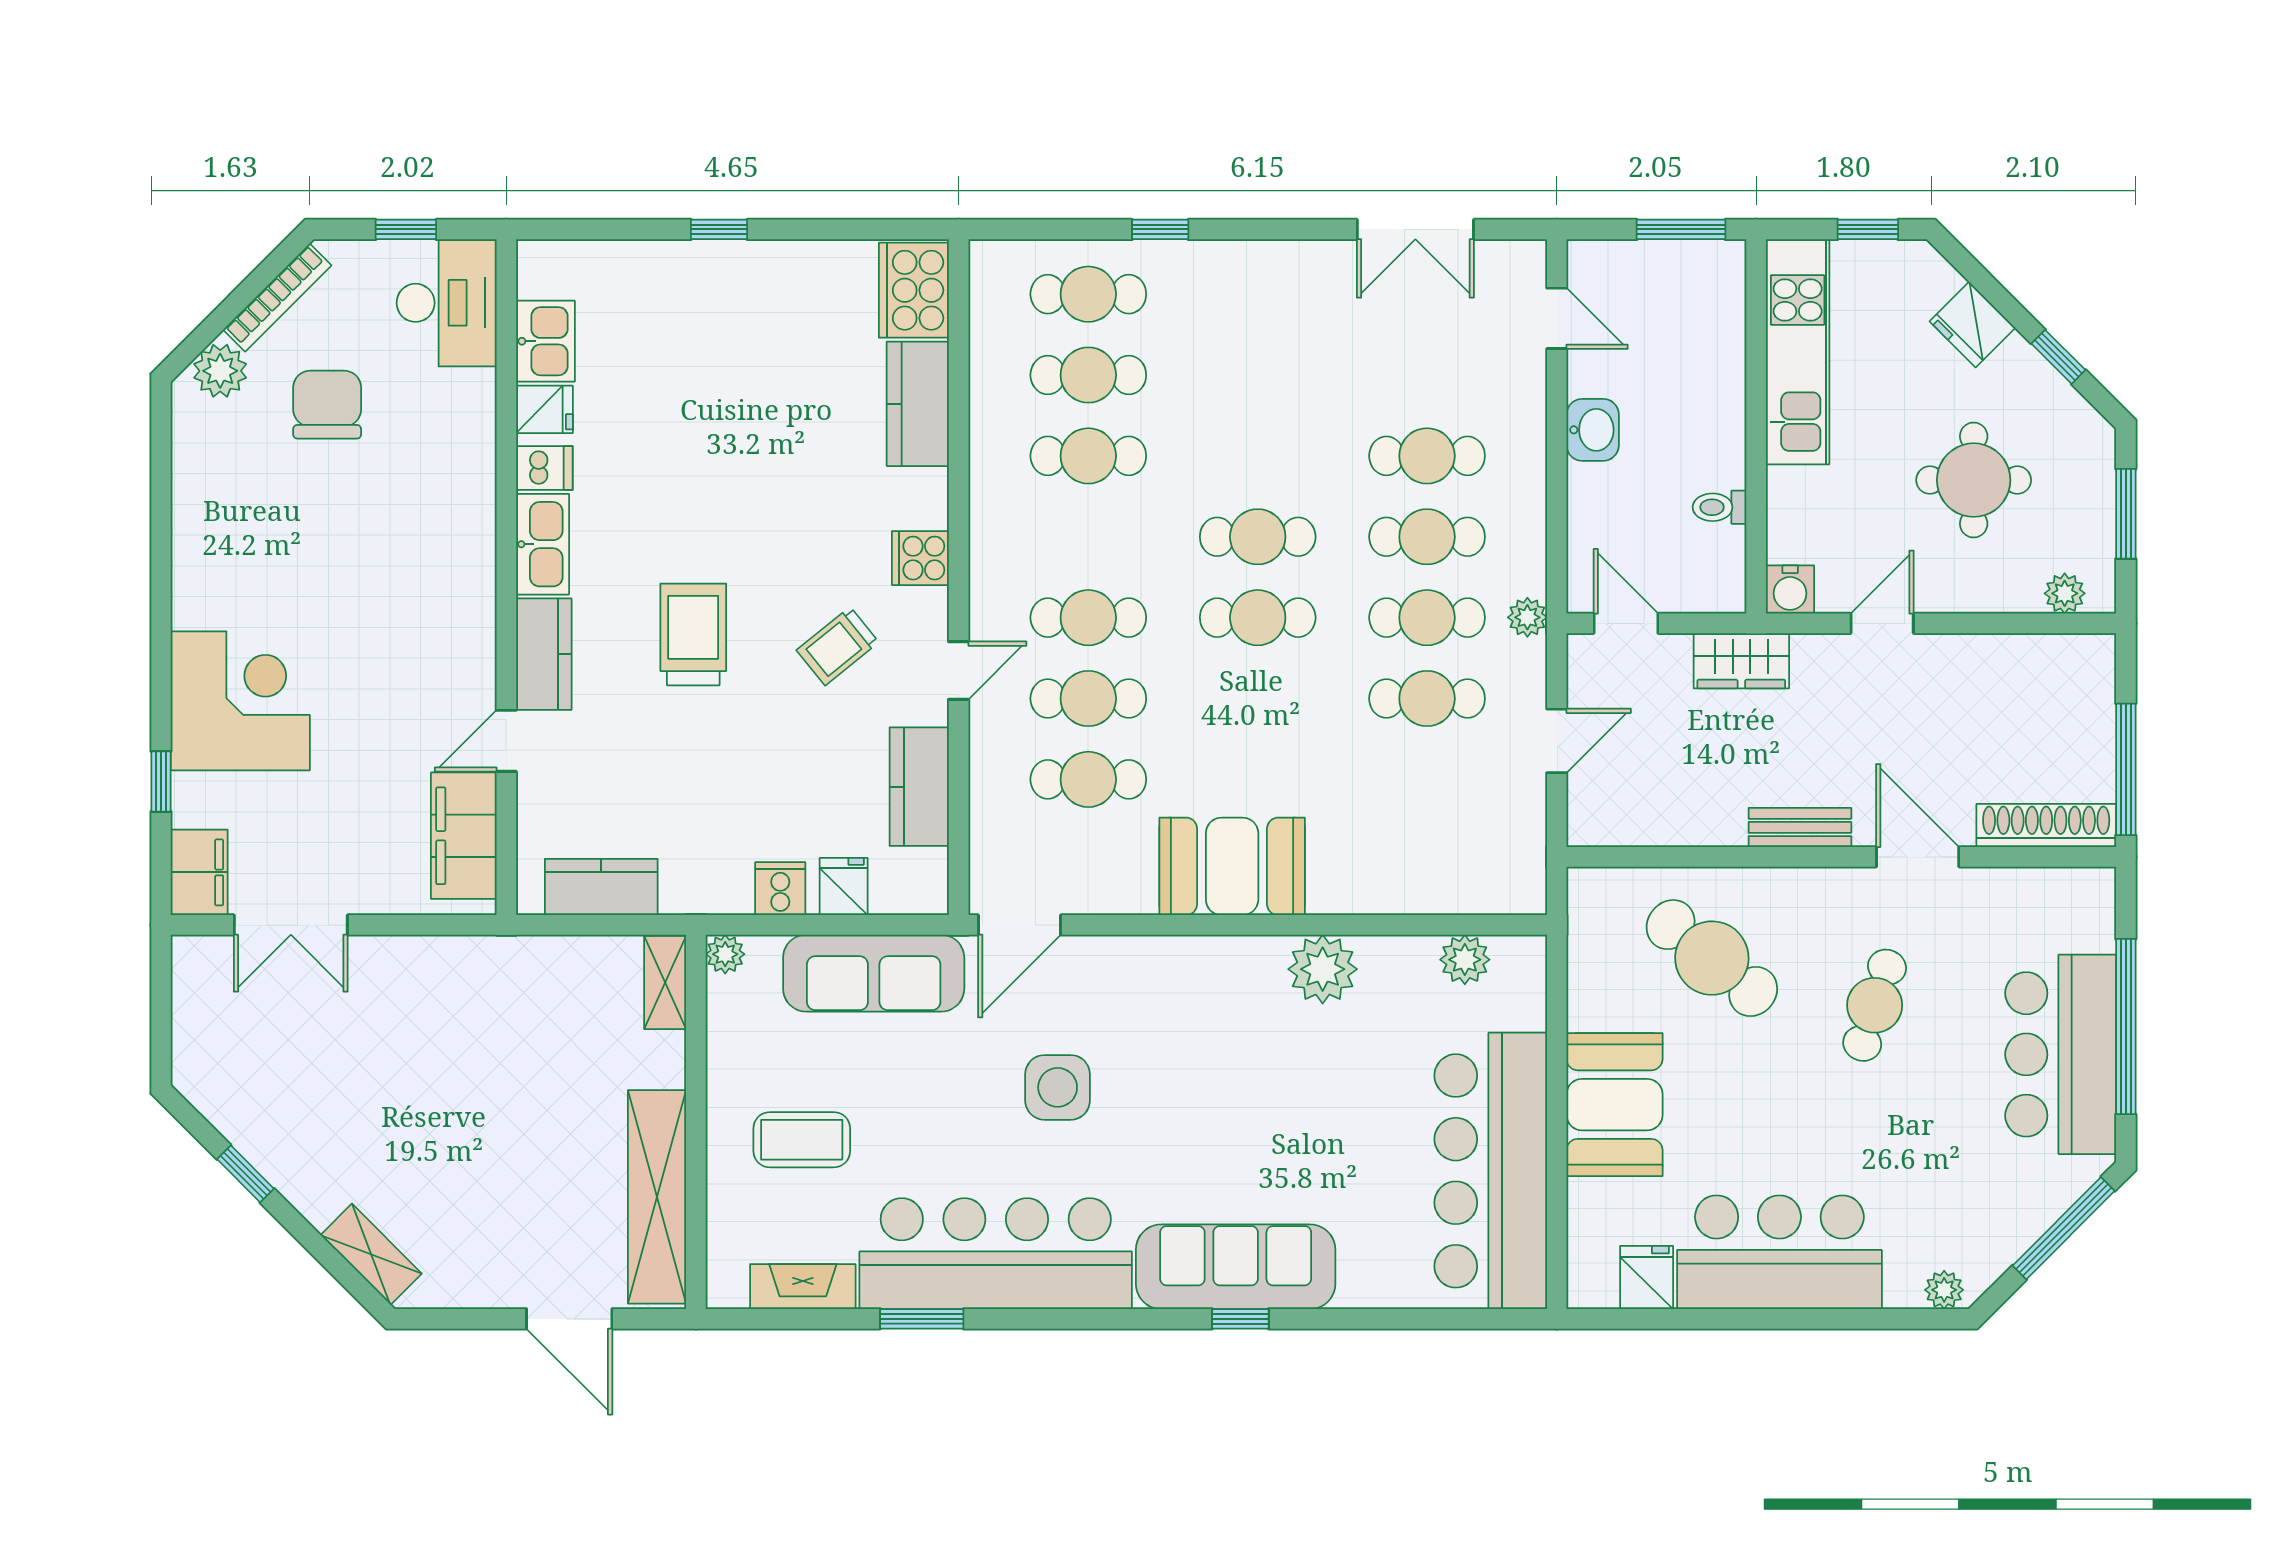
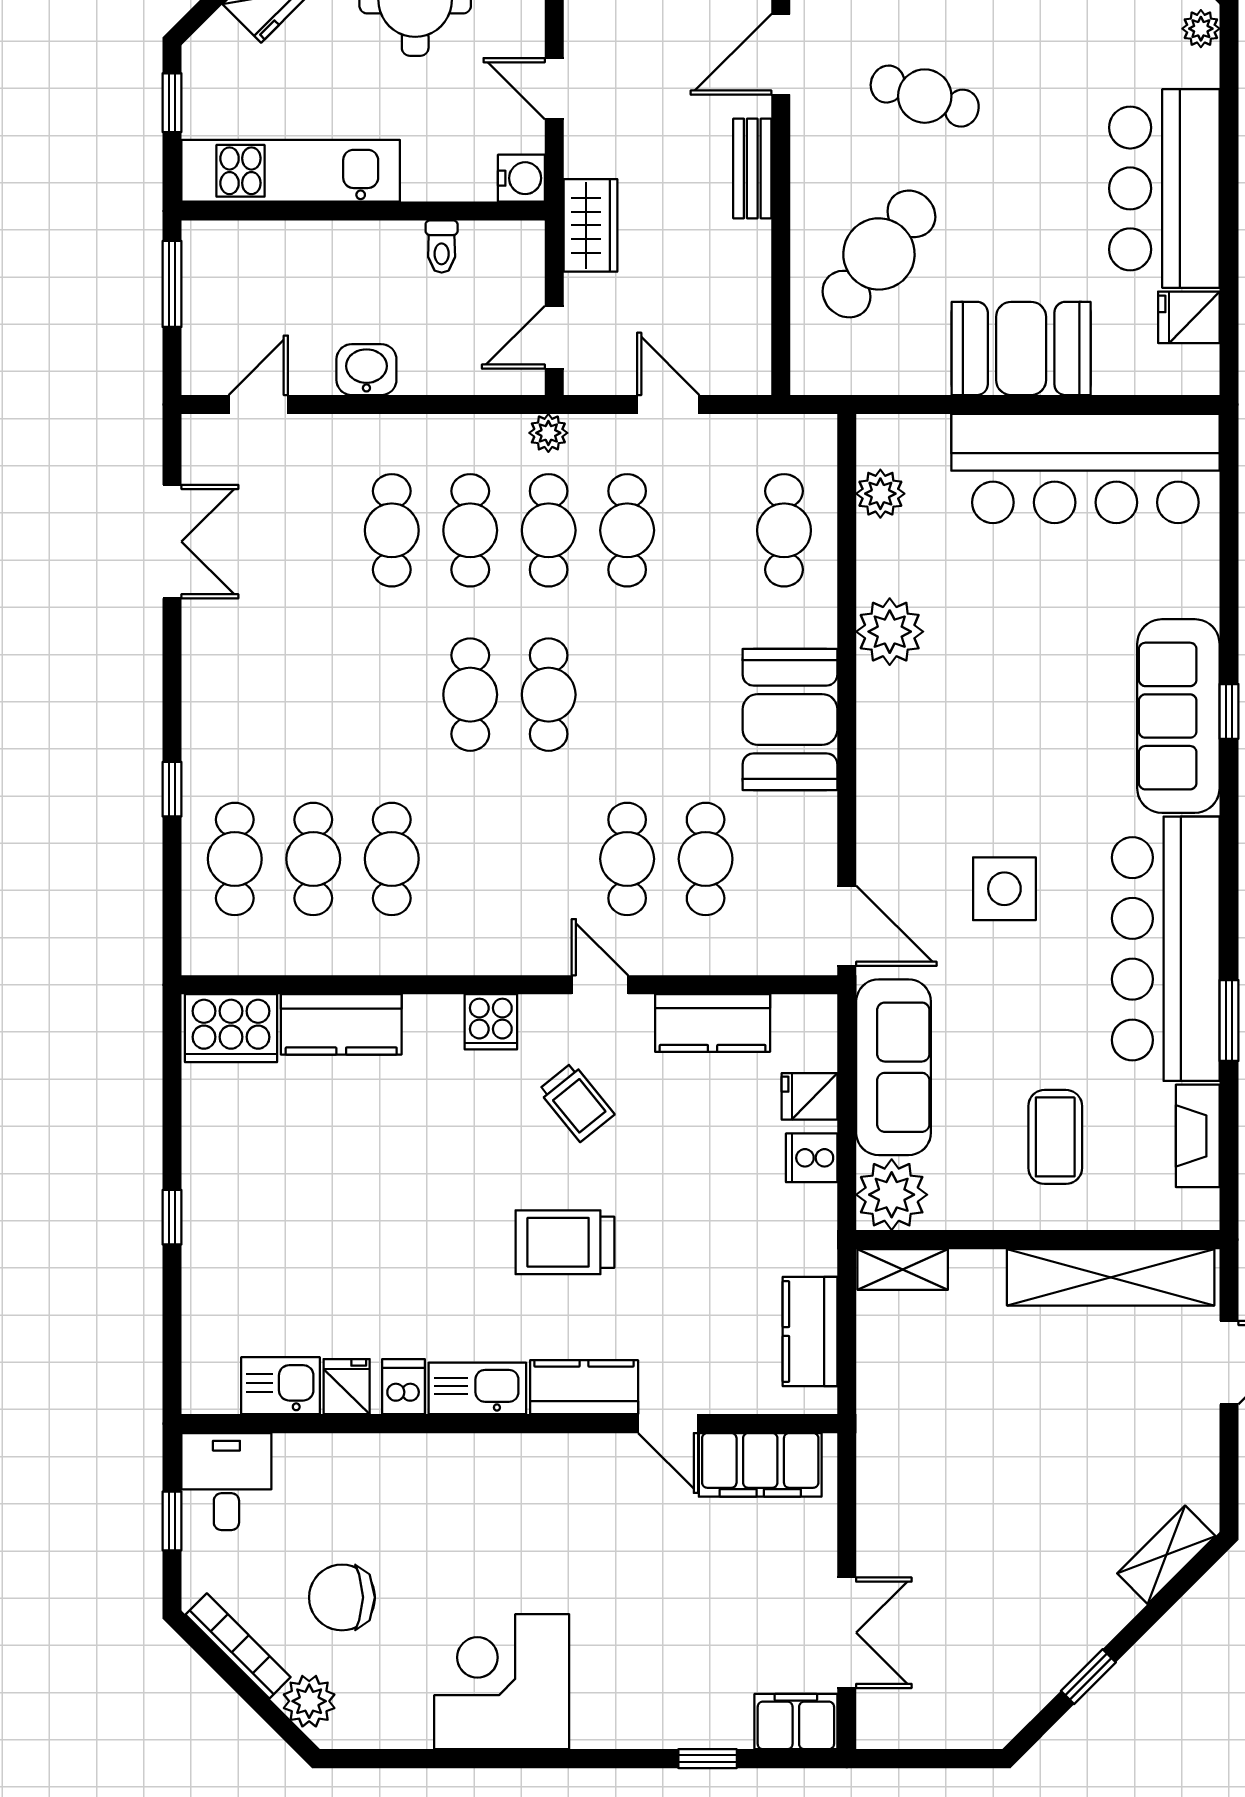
desk: (447, 303) -> (226, 1482), width x0.73
cafe table: (1088, 618) -> (784, 530), moved
corner desk: (240, 701) -> (502, 1682), moved
plant: (725, 954) -> (892, 1195), width x1.88, depth x1.88

